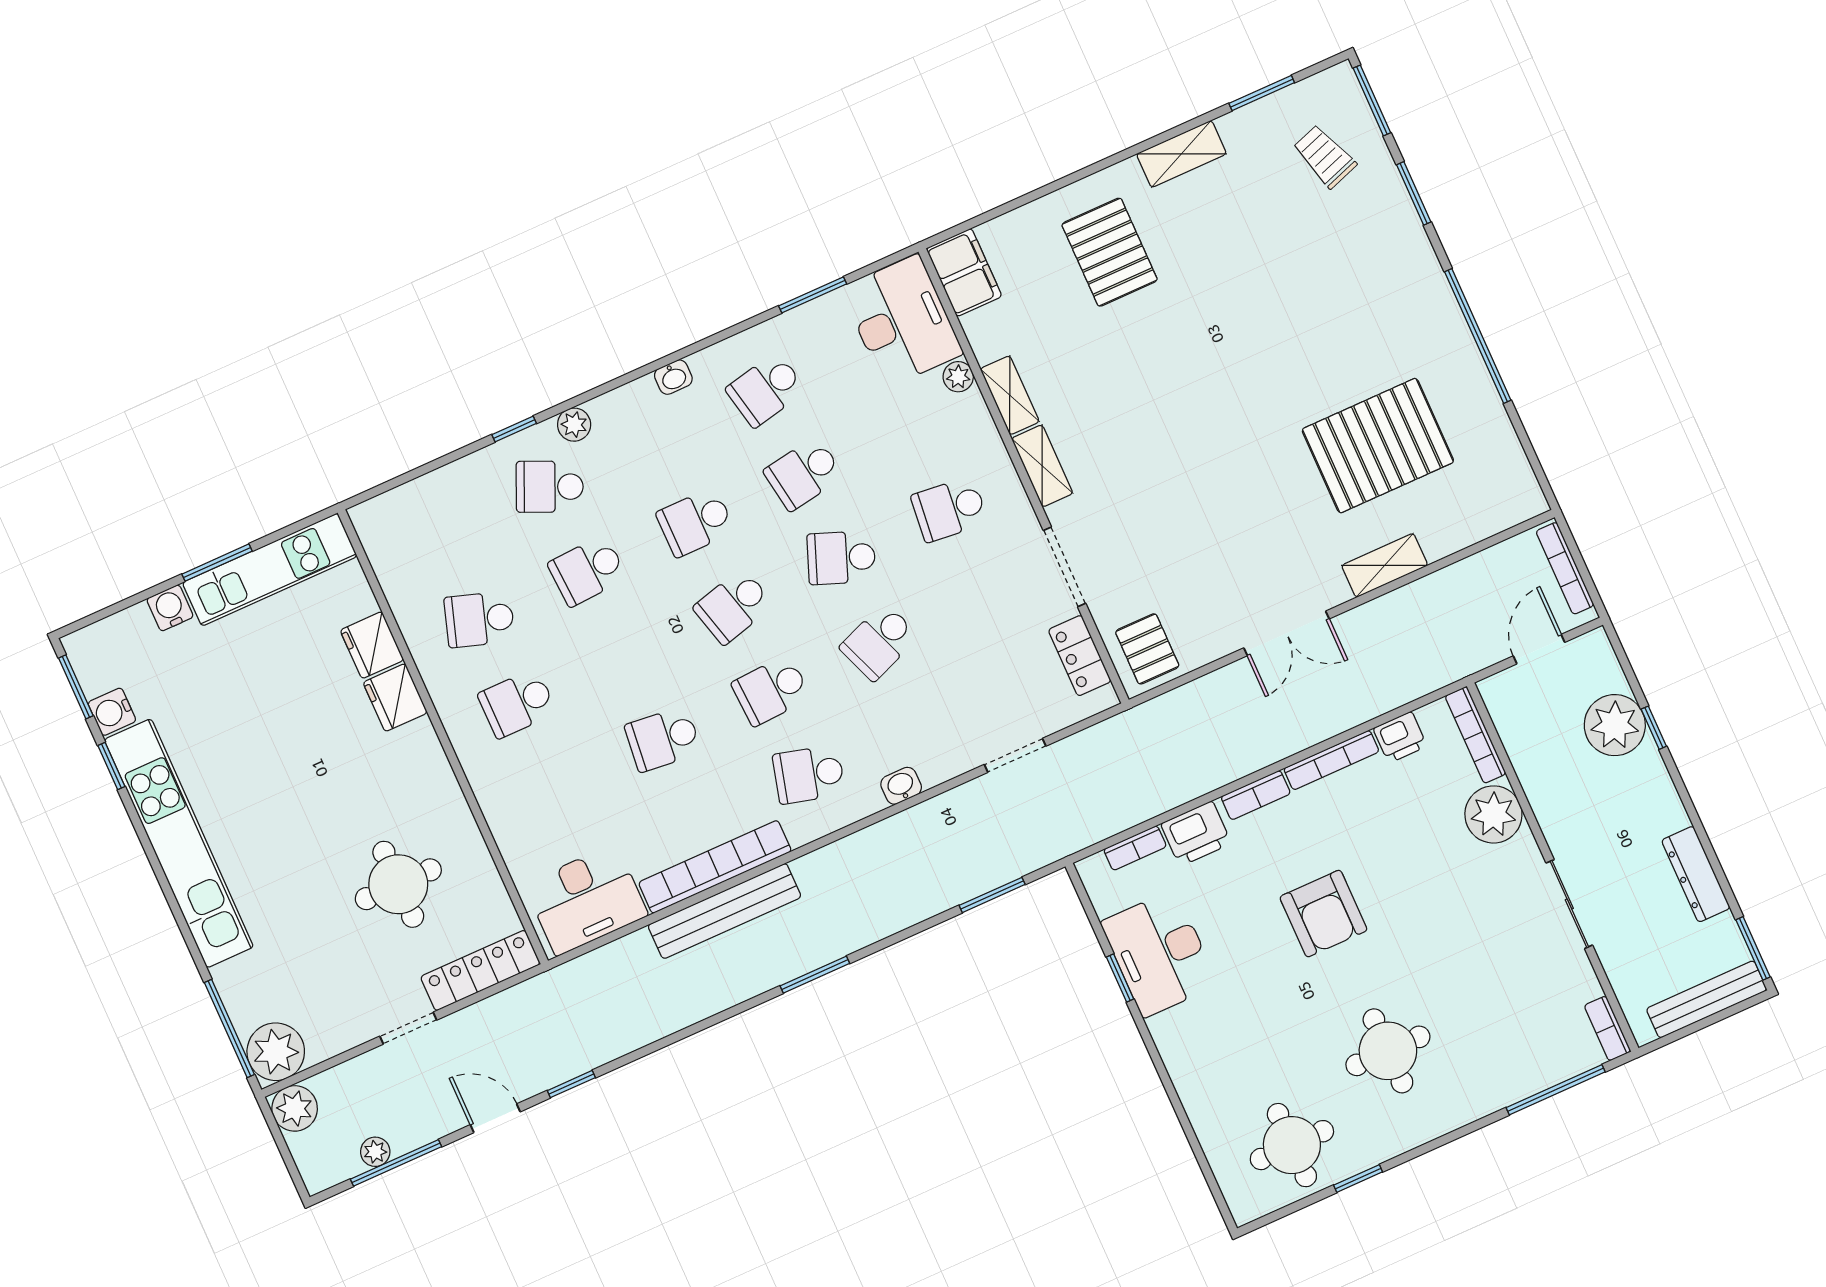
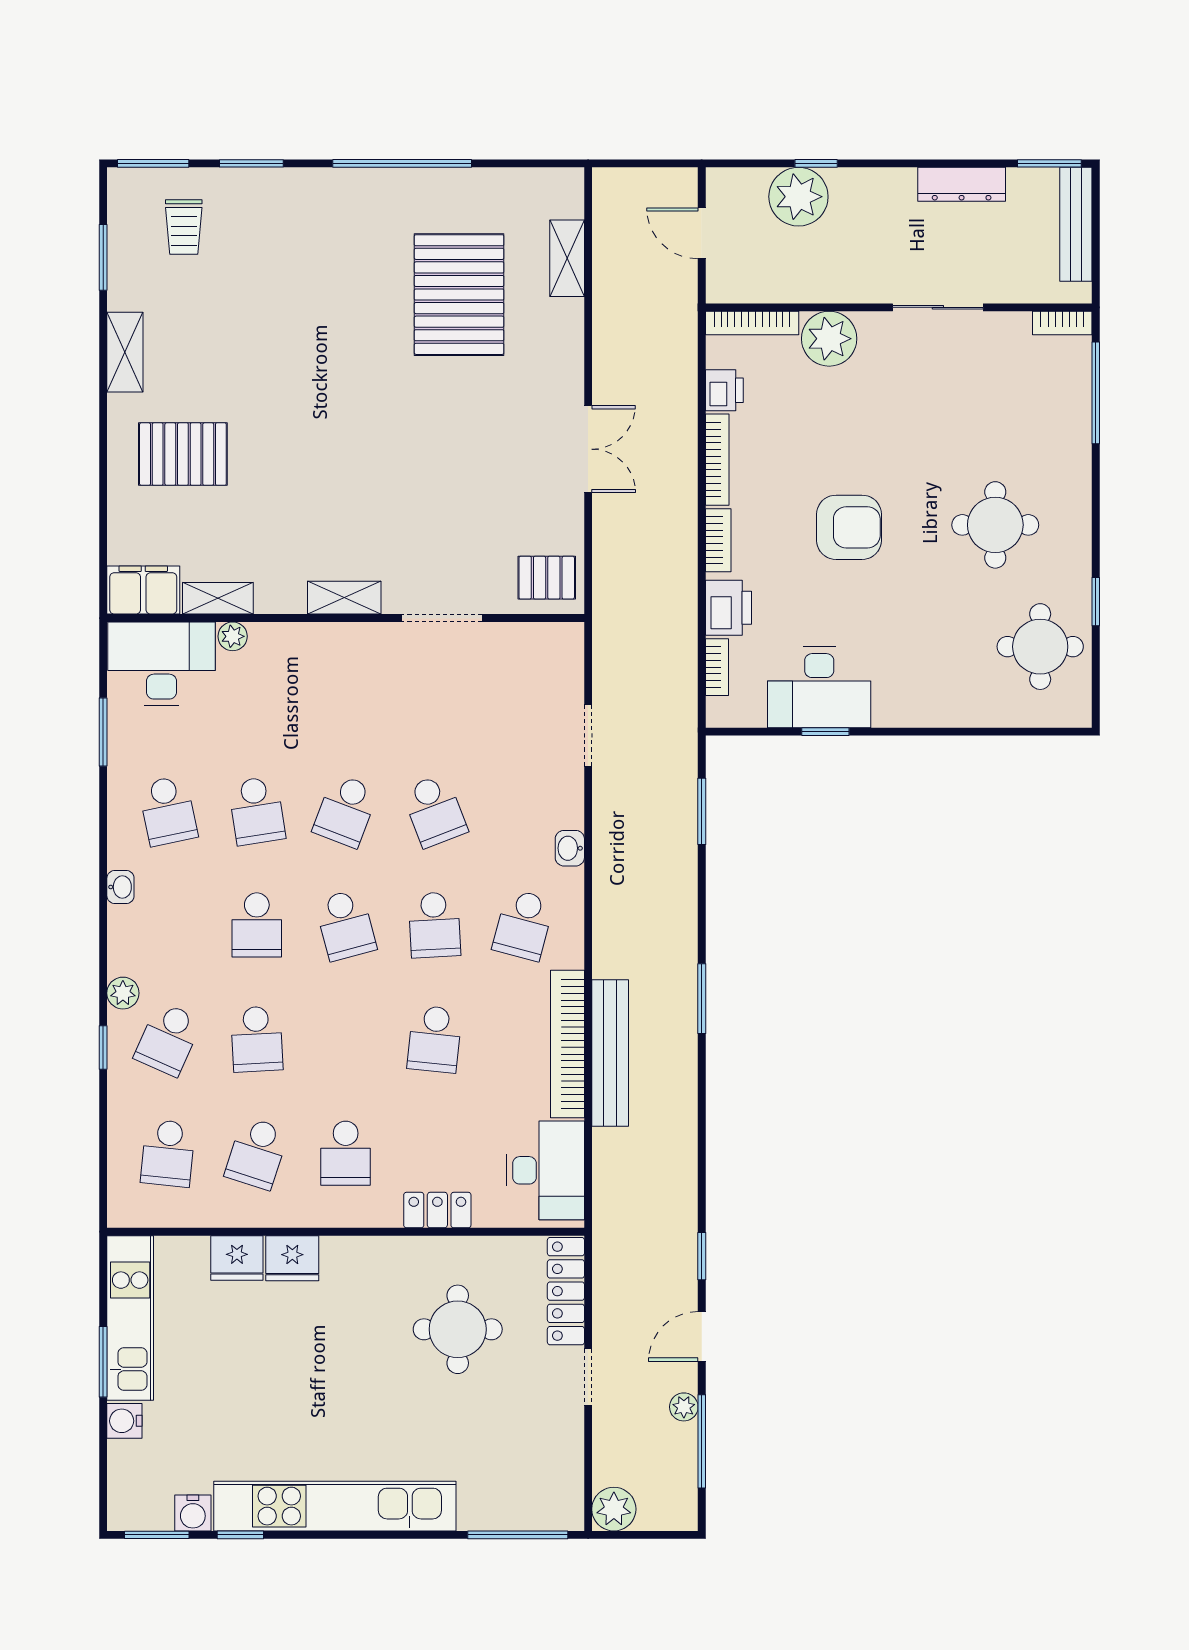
trolley: (1325, 156) -> (184, 227), turned -71
shelving: (1010, 395) -> (218, 598), moved
school desk: (949, 509) -> (168, 1153), moved
shelving: (1385, 565) -> (567, 258), moved
bookcase: (1565, 568) -> (641, 179), removed
locker: (1080, 656) -> (437, 1210), moved, turned 180
plant: (276, 1052) -> (557, 1503), removed
plant: (375, 1152) -> (684, 1407), moved

